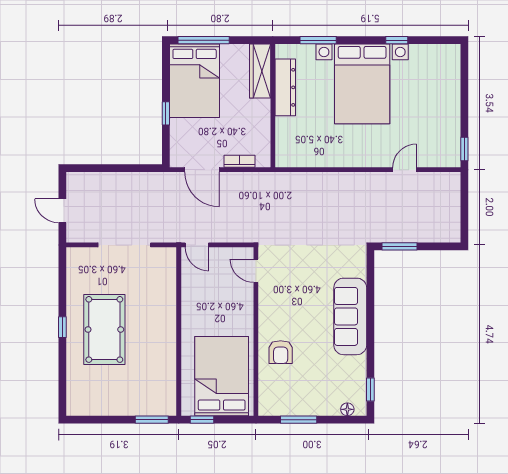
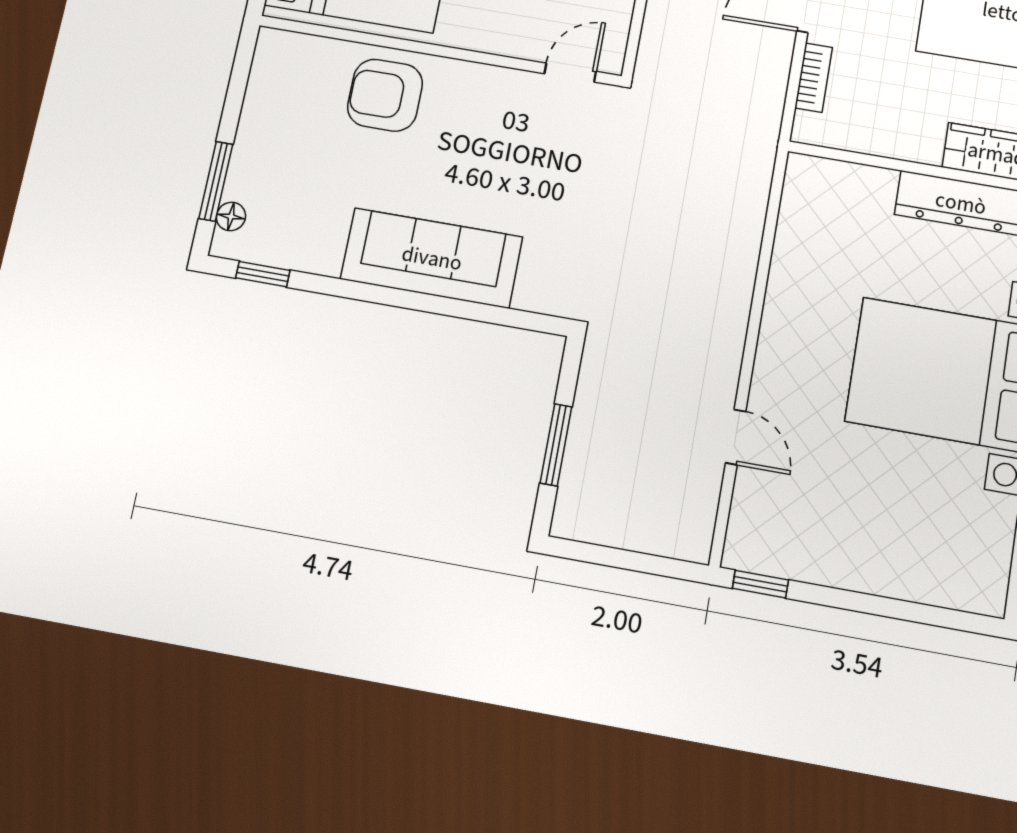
window: (400, 246) -> (556, 445), moved
armchair: (281, 352) -> (385, 95), width x1.38, depth x1.38
window: (299, 420) -> (216, 181), moved

